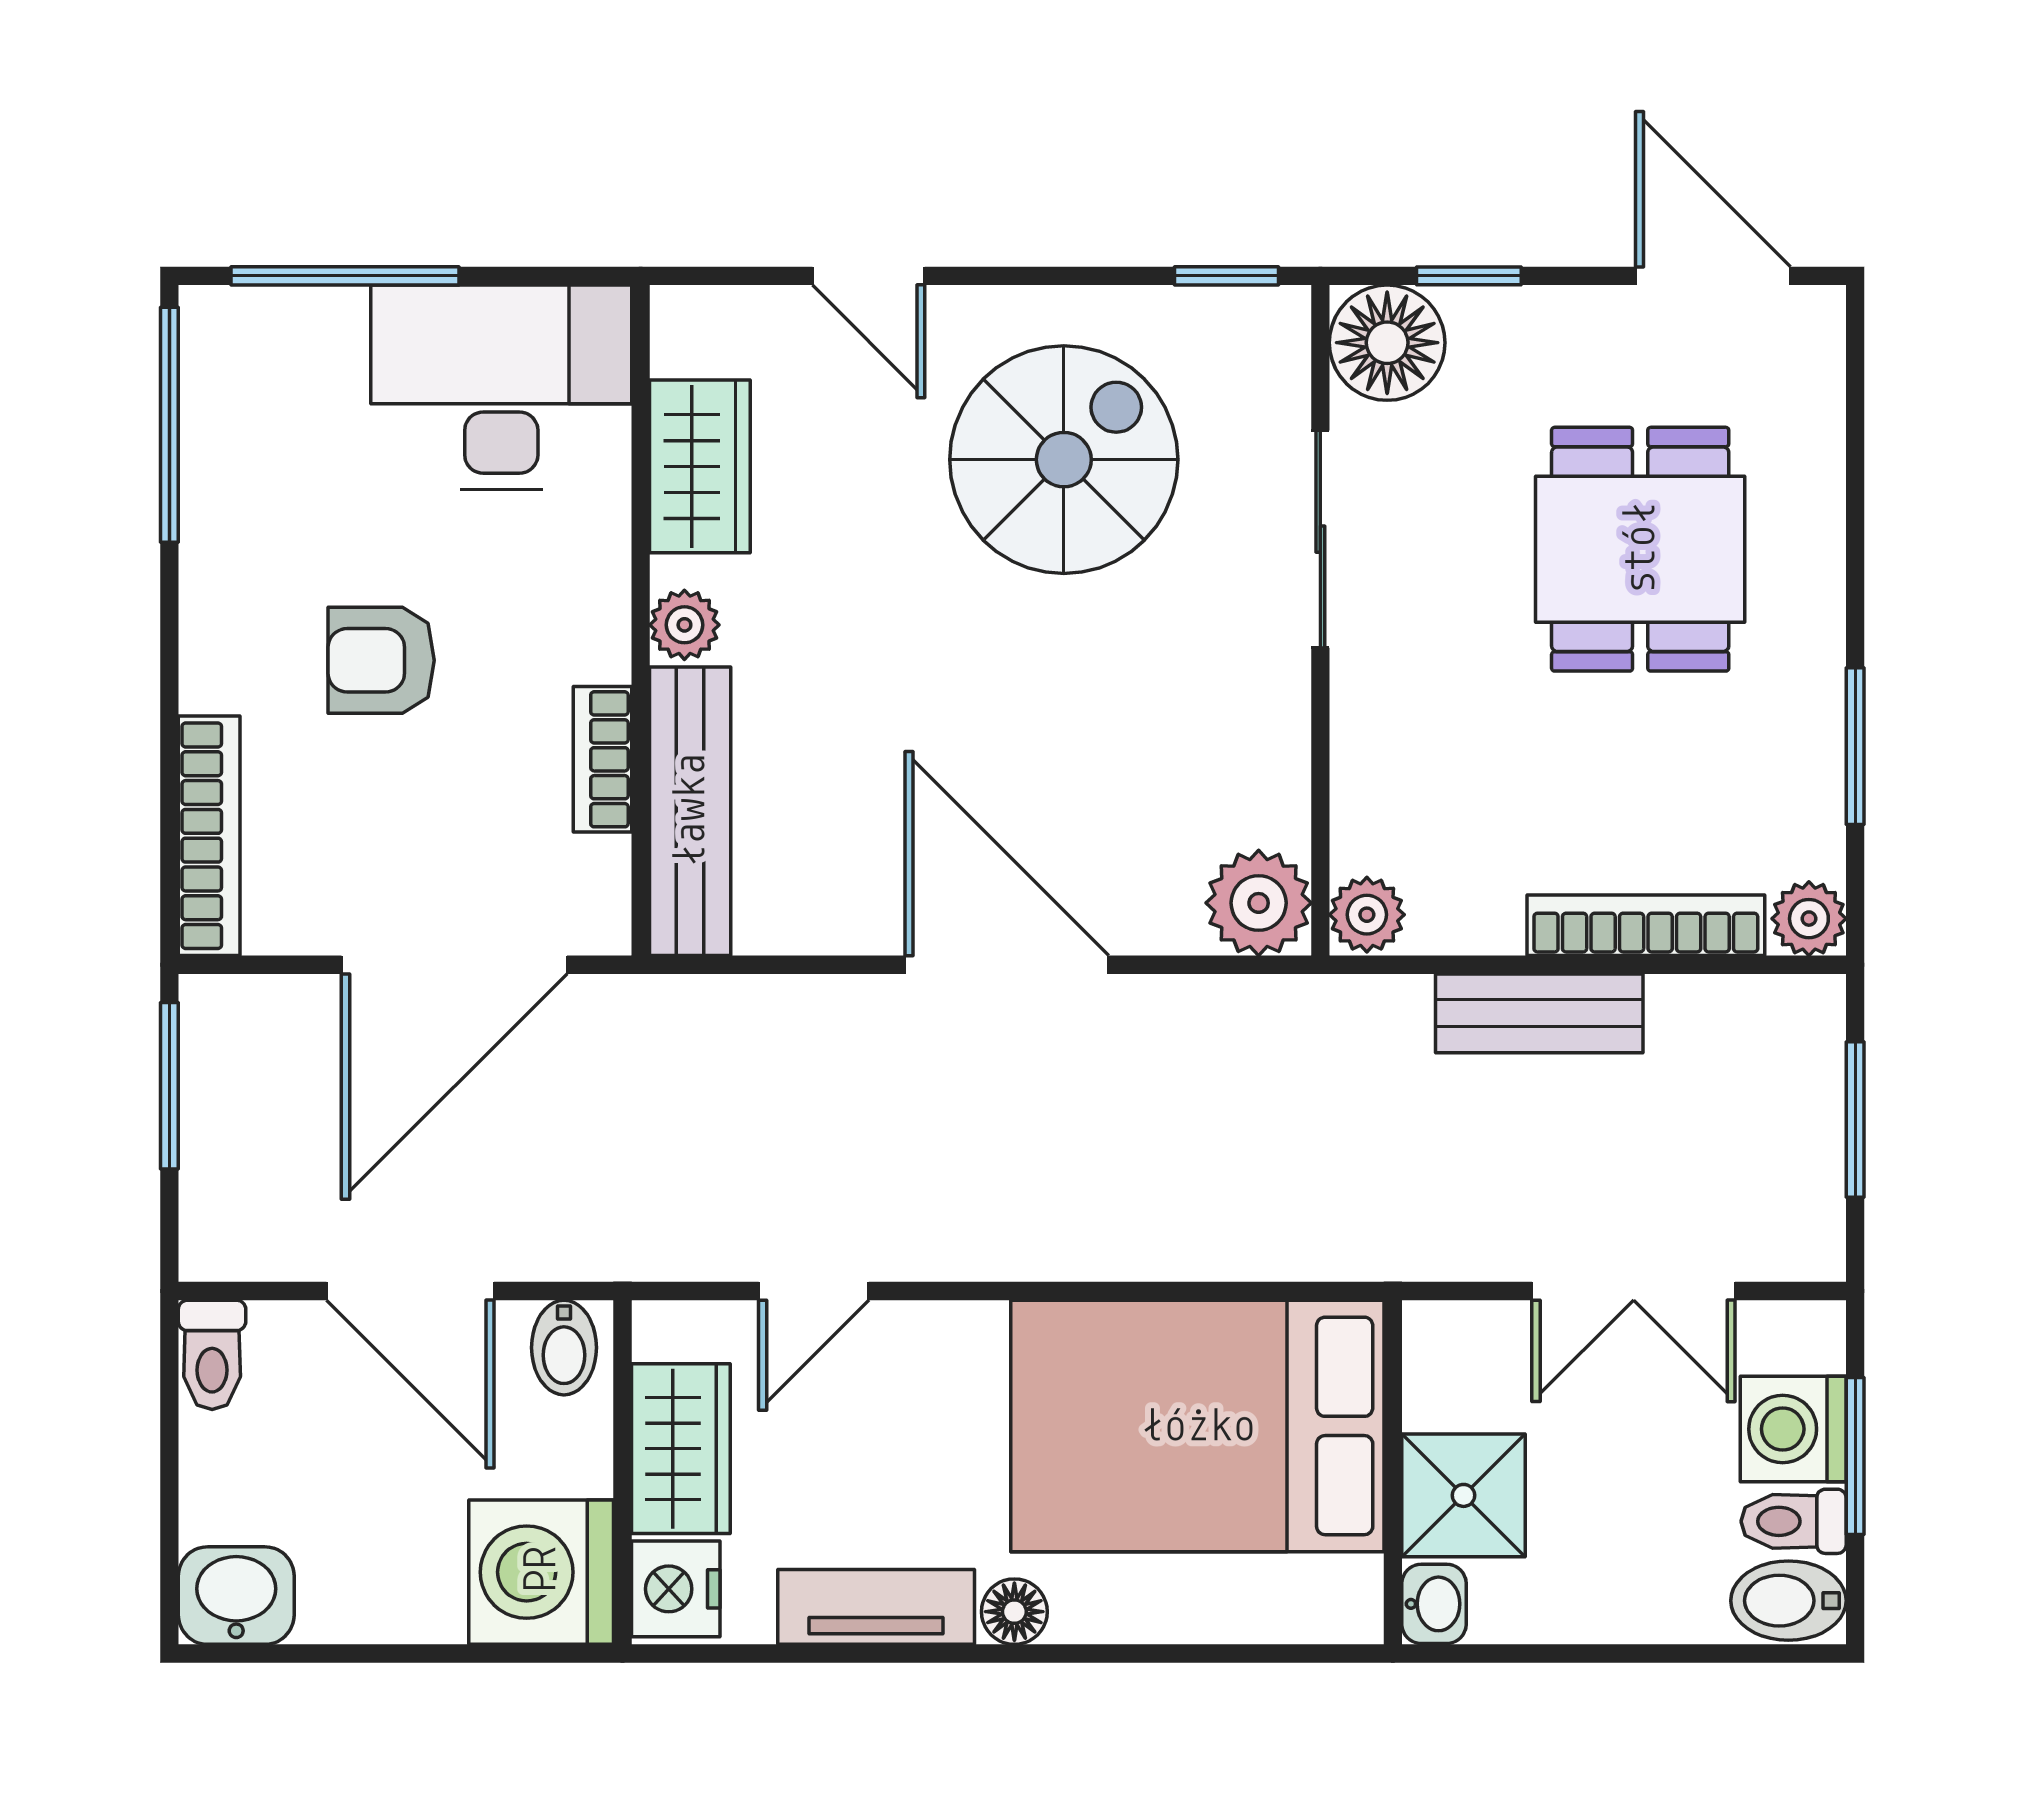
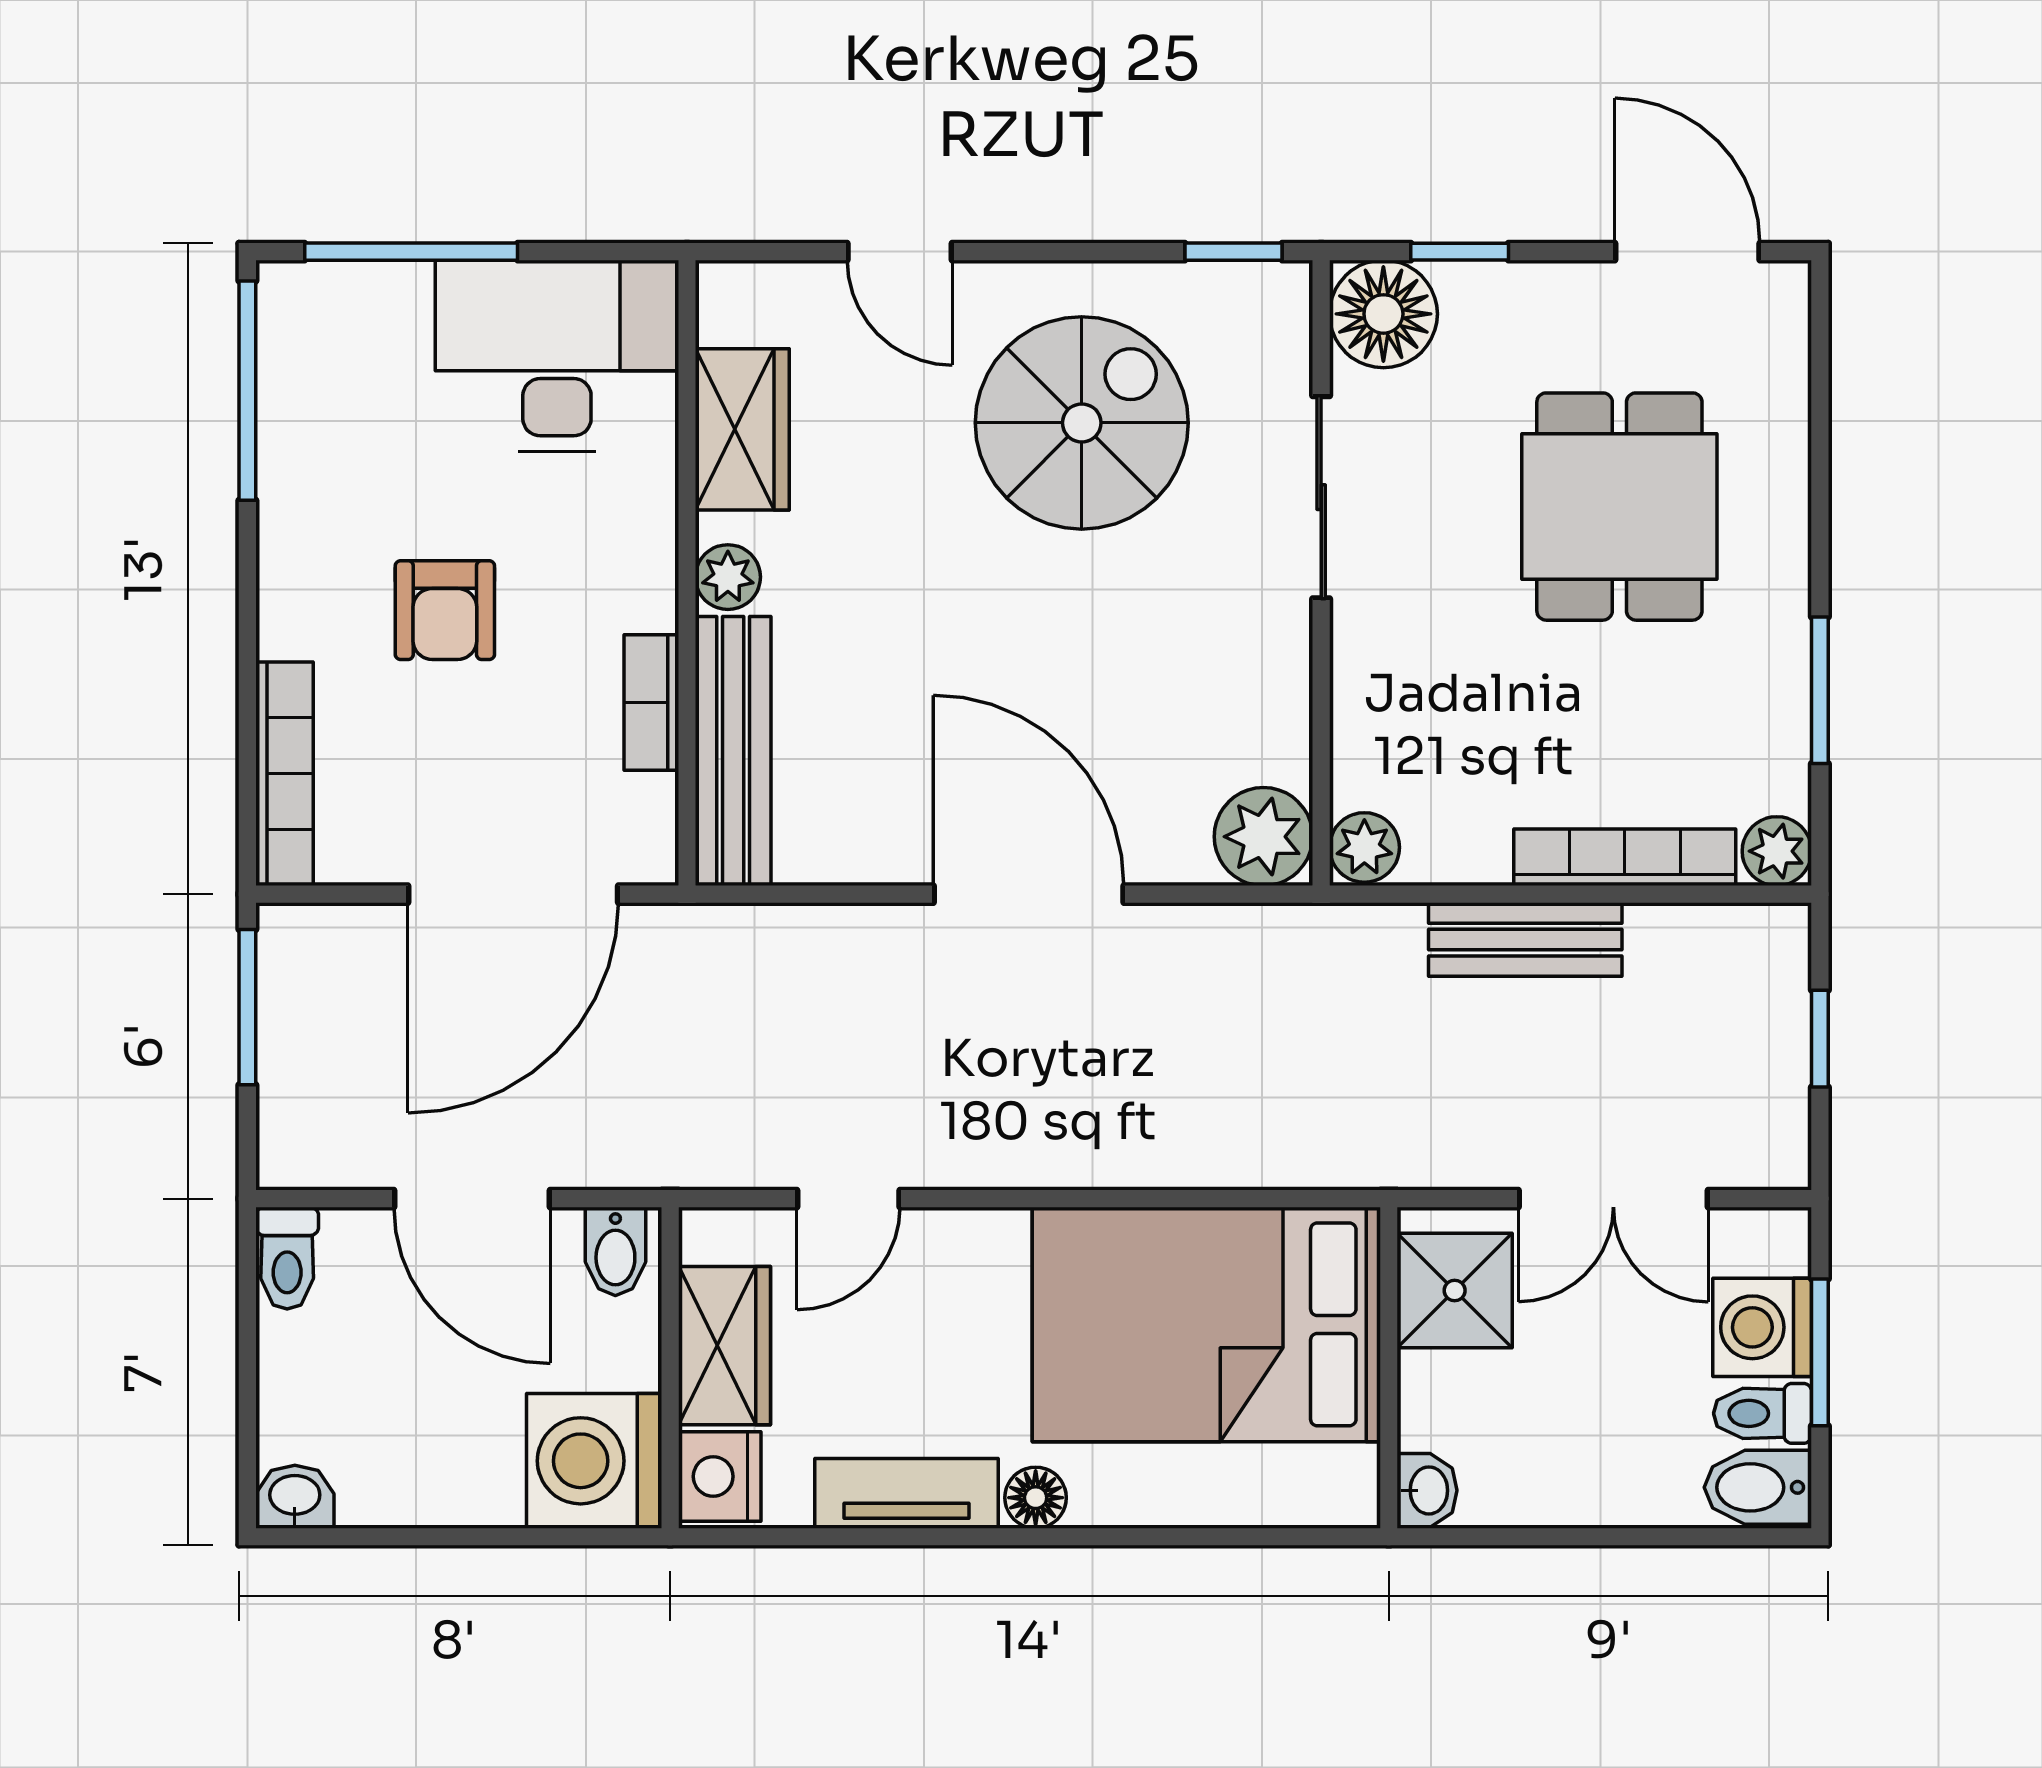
armchair: (381, 660) -> (445, 610), turned -90
window: (1855, 1120) -> (1820, 1039), width x0.67
shower: (1464, 1495) -> (1455, 1290), moved
washbasin: (236, 1596) -> (295, 1497), width x0.72, depth x0.69

